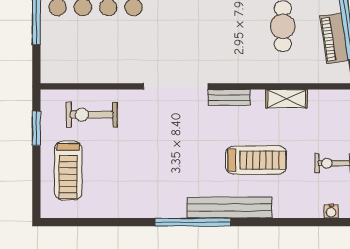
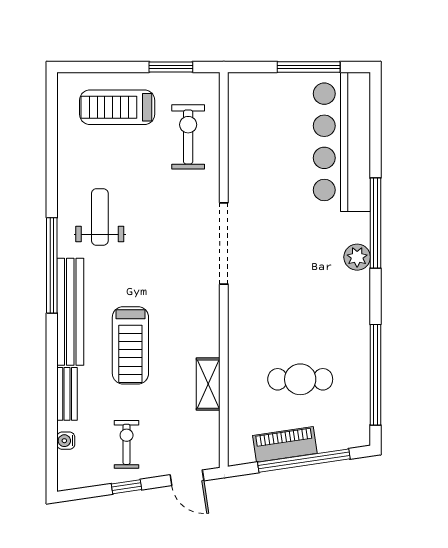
bench: (229, 97) -> (67, 394), moved
weight bench: (155, 184) -> (100, 217), added

